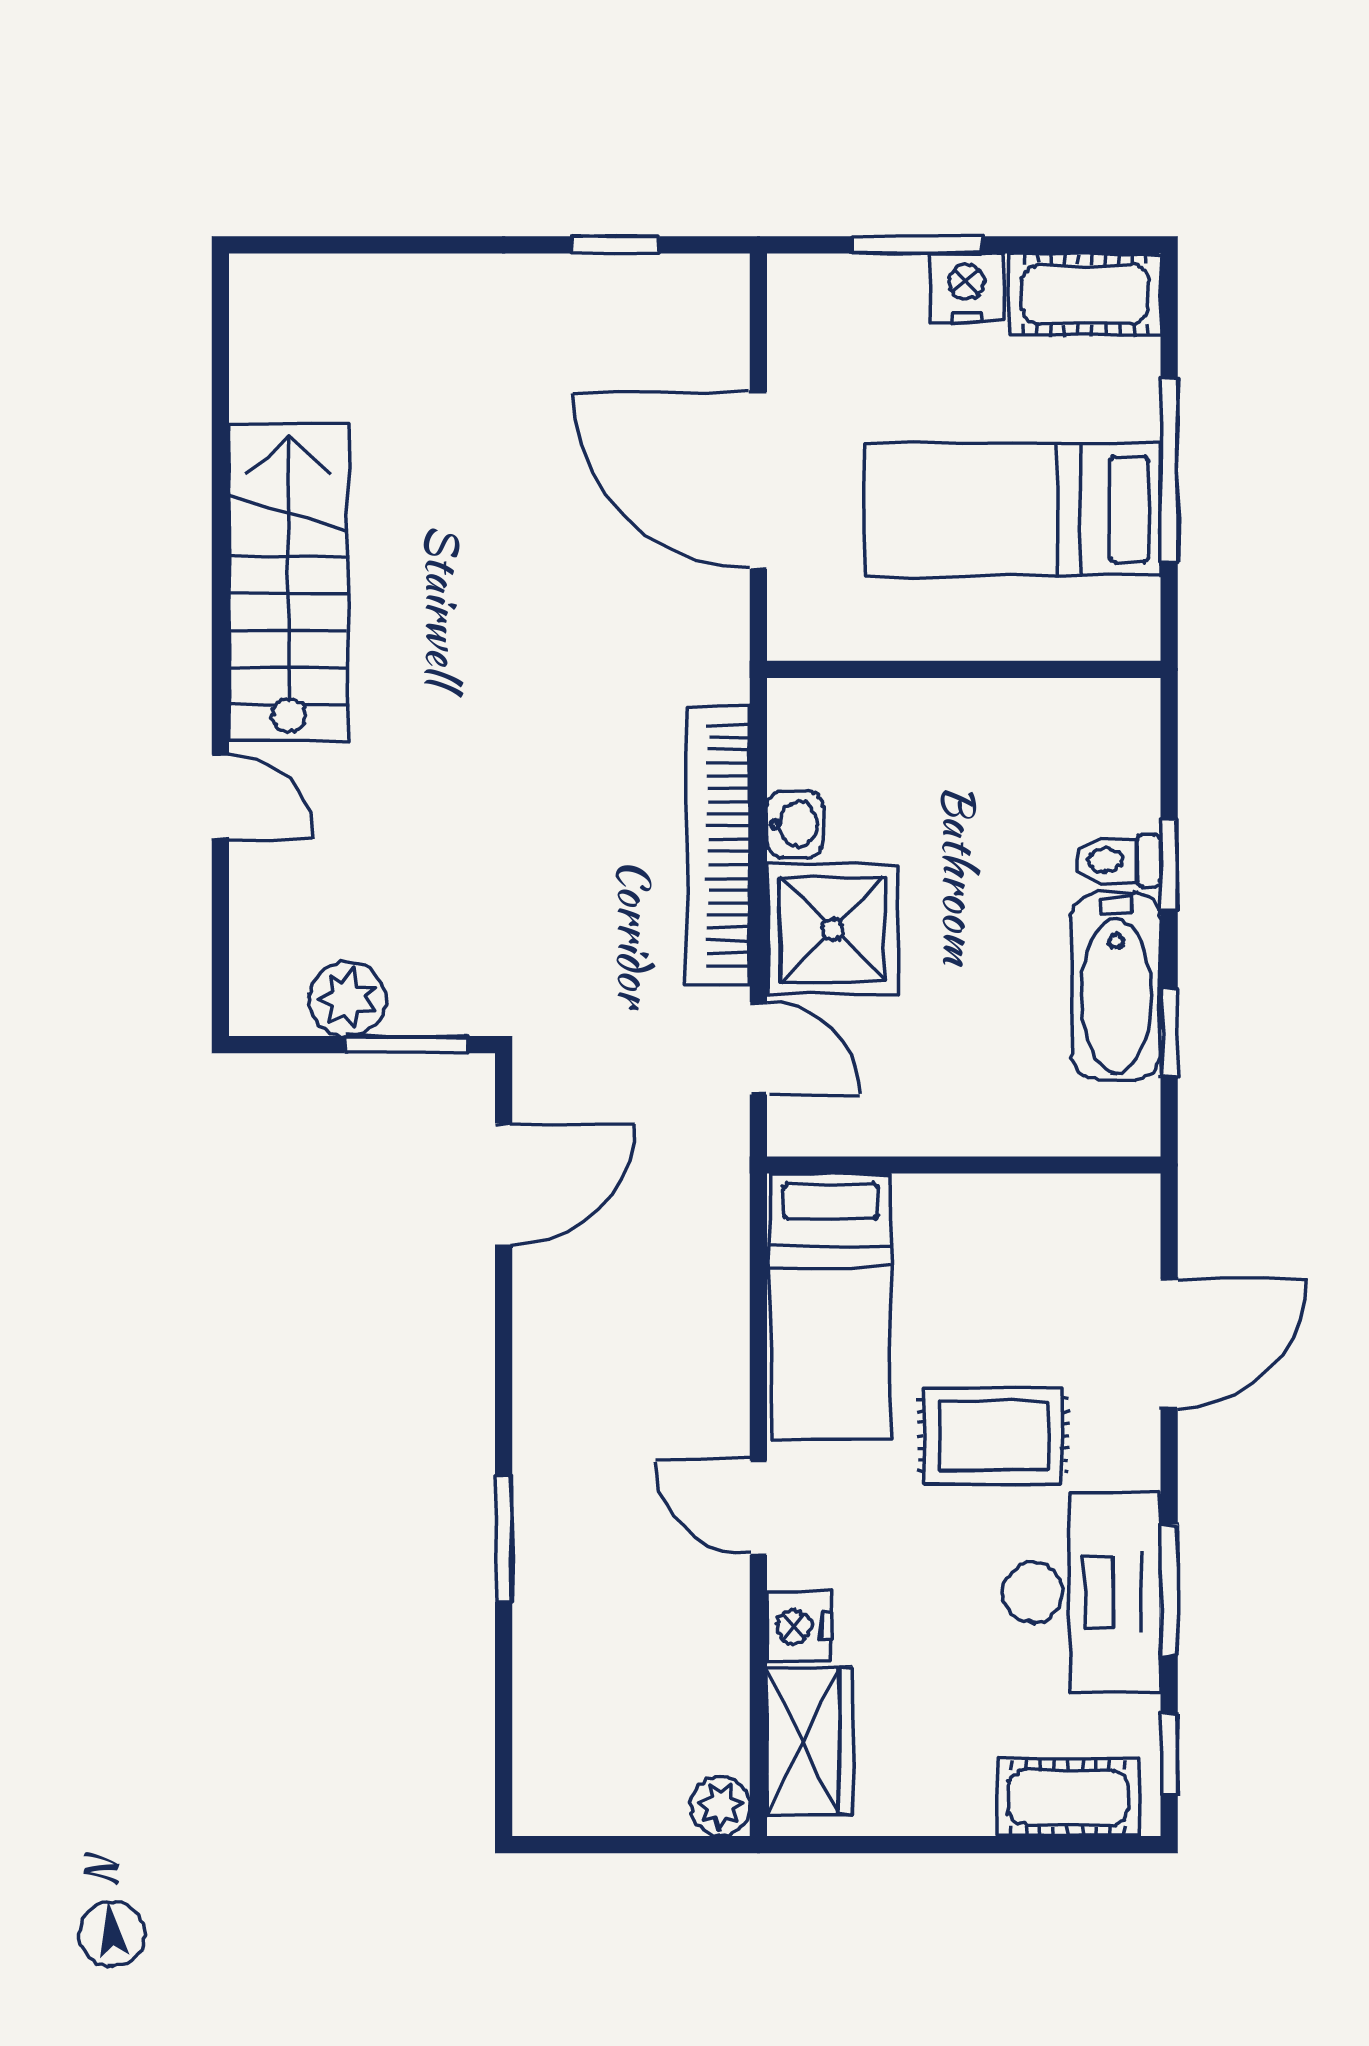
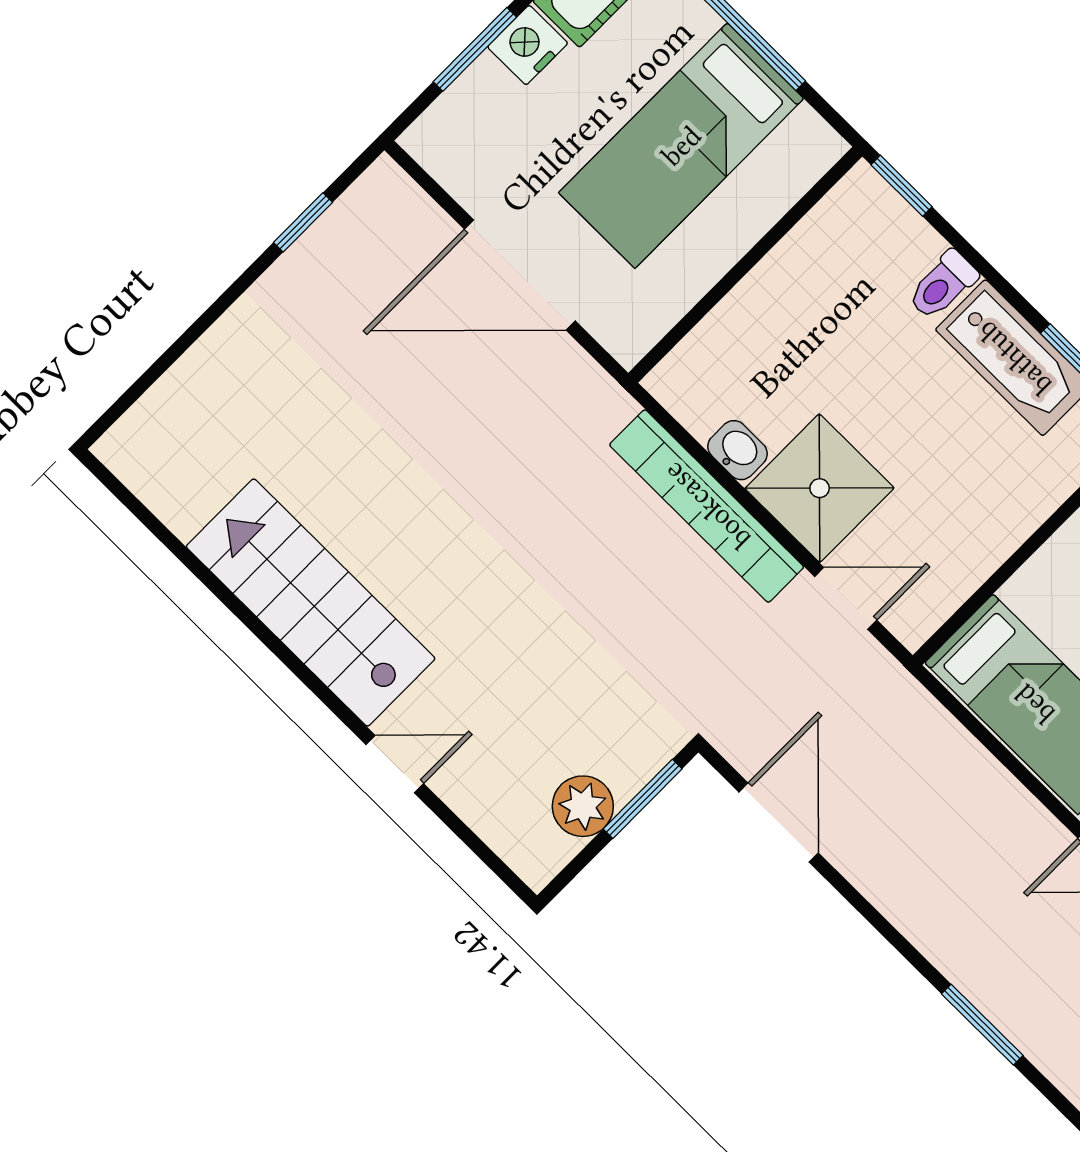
window: (1169, 865) -> (902, 186), moved

